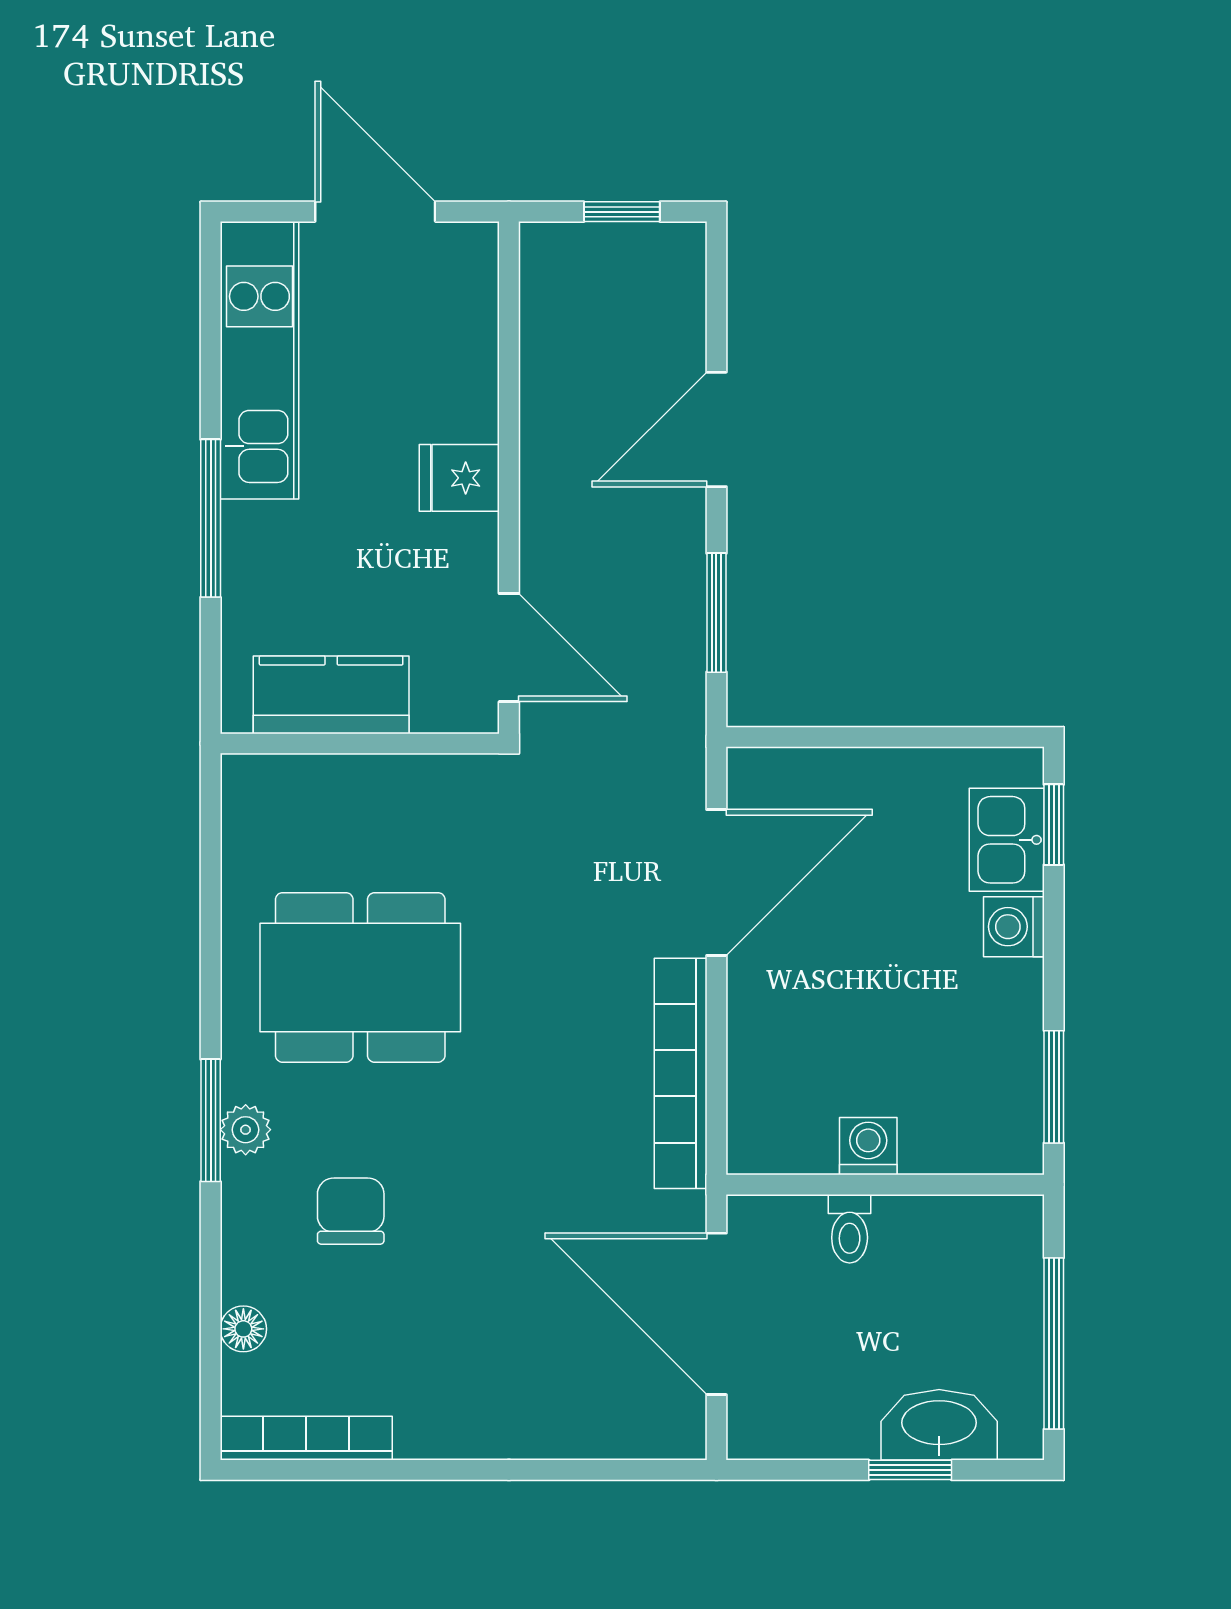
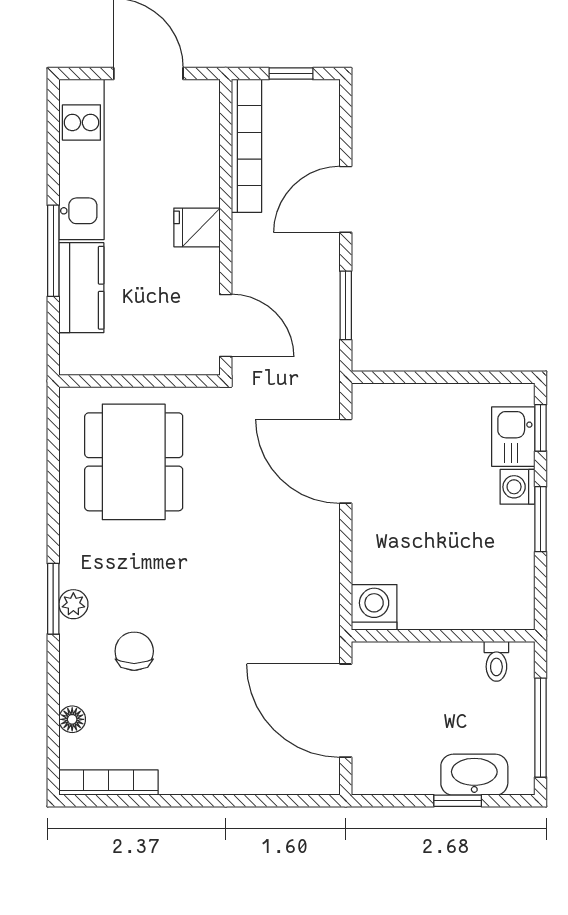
kitchen counter: (331, 695) -> (81, 288), moved, turned 90
door: (716, 882) -> (346, 461), swing flipped
dining table: (360, 977) -> (134, 462), moved, turned 90
bookcase: (681, 1073) -> (246, 146), moved, turned 180
window: (1054, 1087) -> (541, 519), moved
washing machine: (868, 1146) -> (374, 607), moved, width x1.38, depth x1.38
toilet: (850, 1229) -> (496, 661), moved

